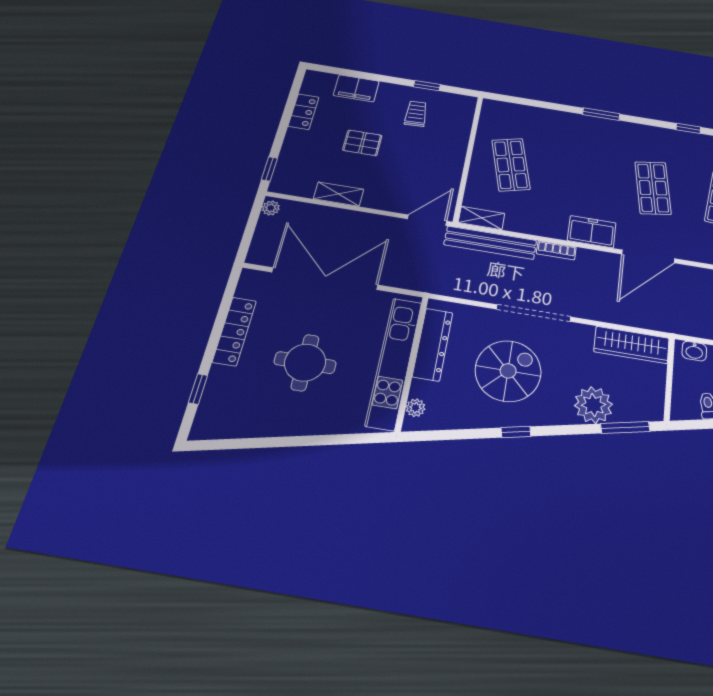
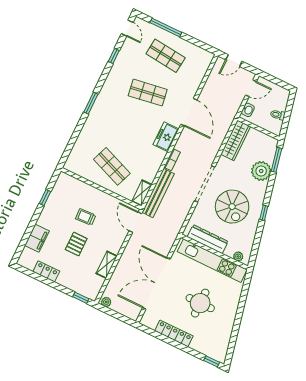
trolley: (416, 114) -> (86, 217), moved
shop shelf: (511, 165) -> (112, 166), turned 36
spiral stairs: (508, 371) -> (232, 207), turned 180
window: (198, 389) -> (212, 361), moved

